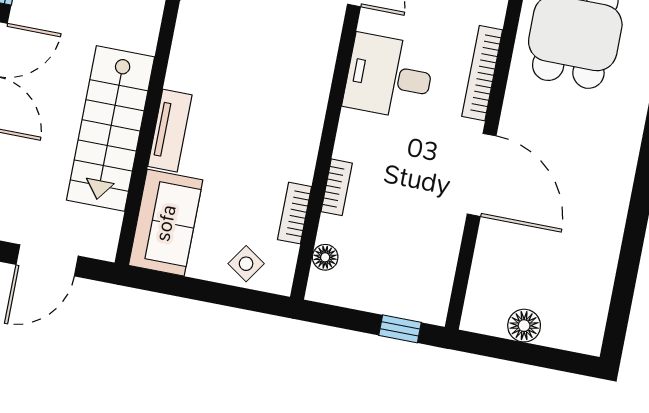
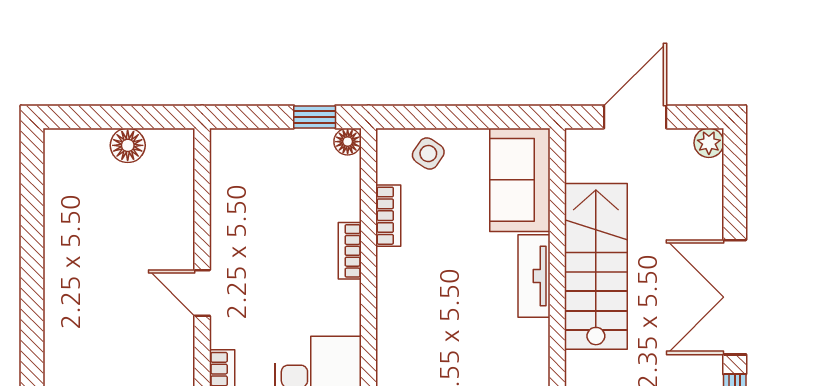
door: (482, 175) -> (202, 293), width x0.53
floor lamp: (325, 257) -> (348, 142), moved
window: (400, 329) -> (315, 117), moved

